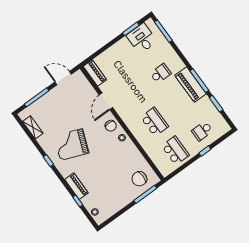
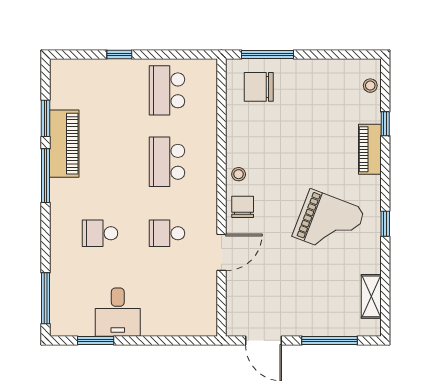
desk: (142, 38) -> (118, 312), moved
piano: (95, 73) -> (206, 311), removed
piano: (191, 85) -> (64, 144), moved
school desk: (202, 131) -> (167, 233), moved, turned 180
chair: (139, 179) -> (259, 87), turned 180

